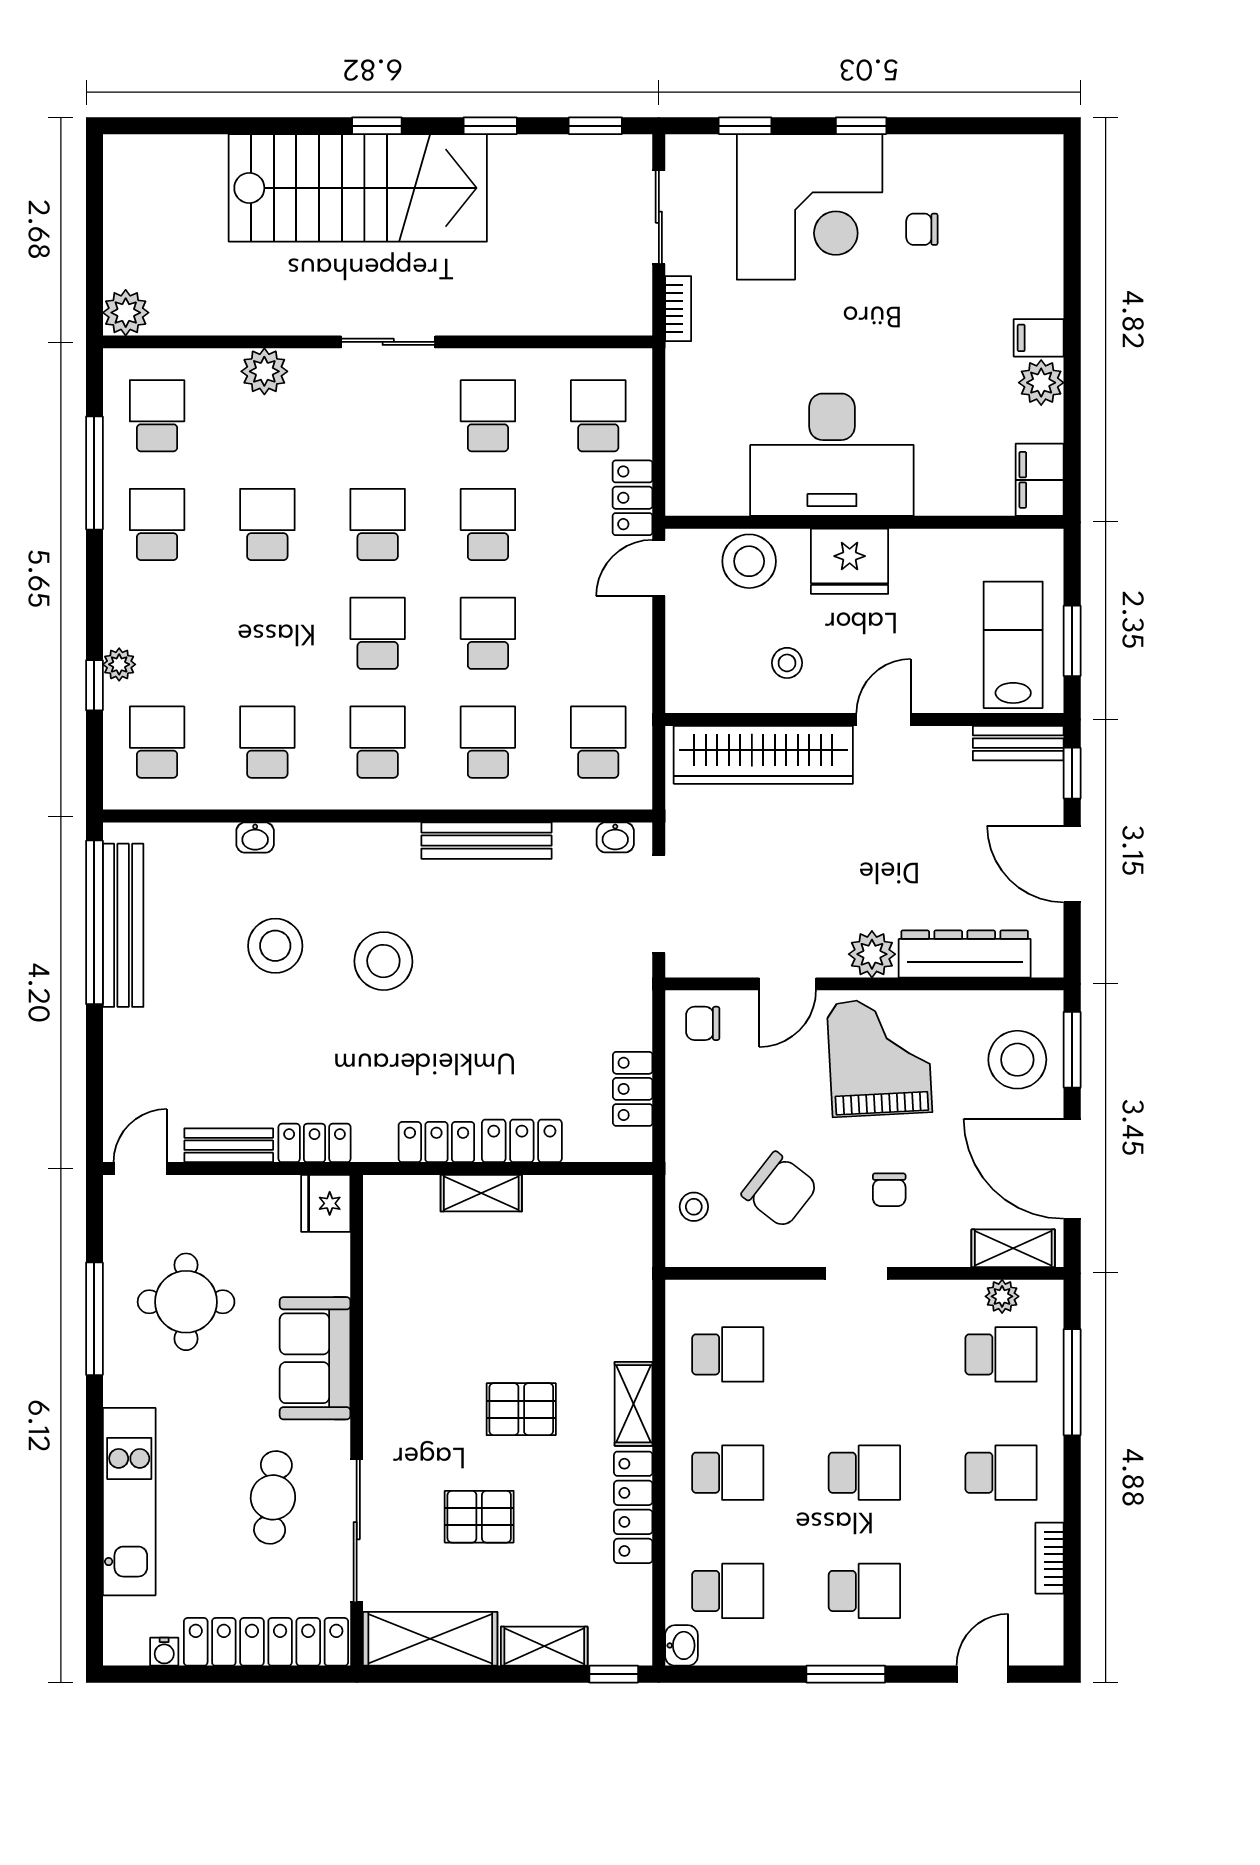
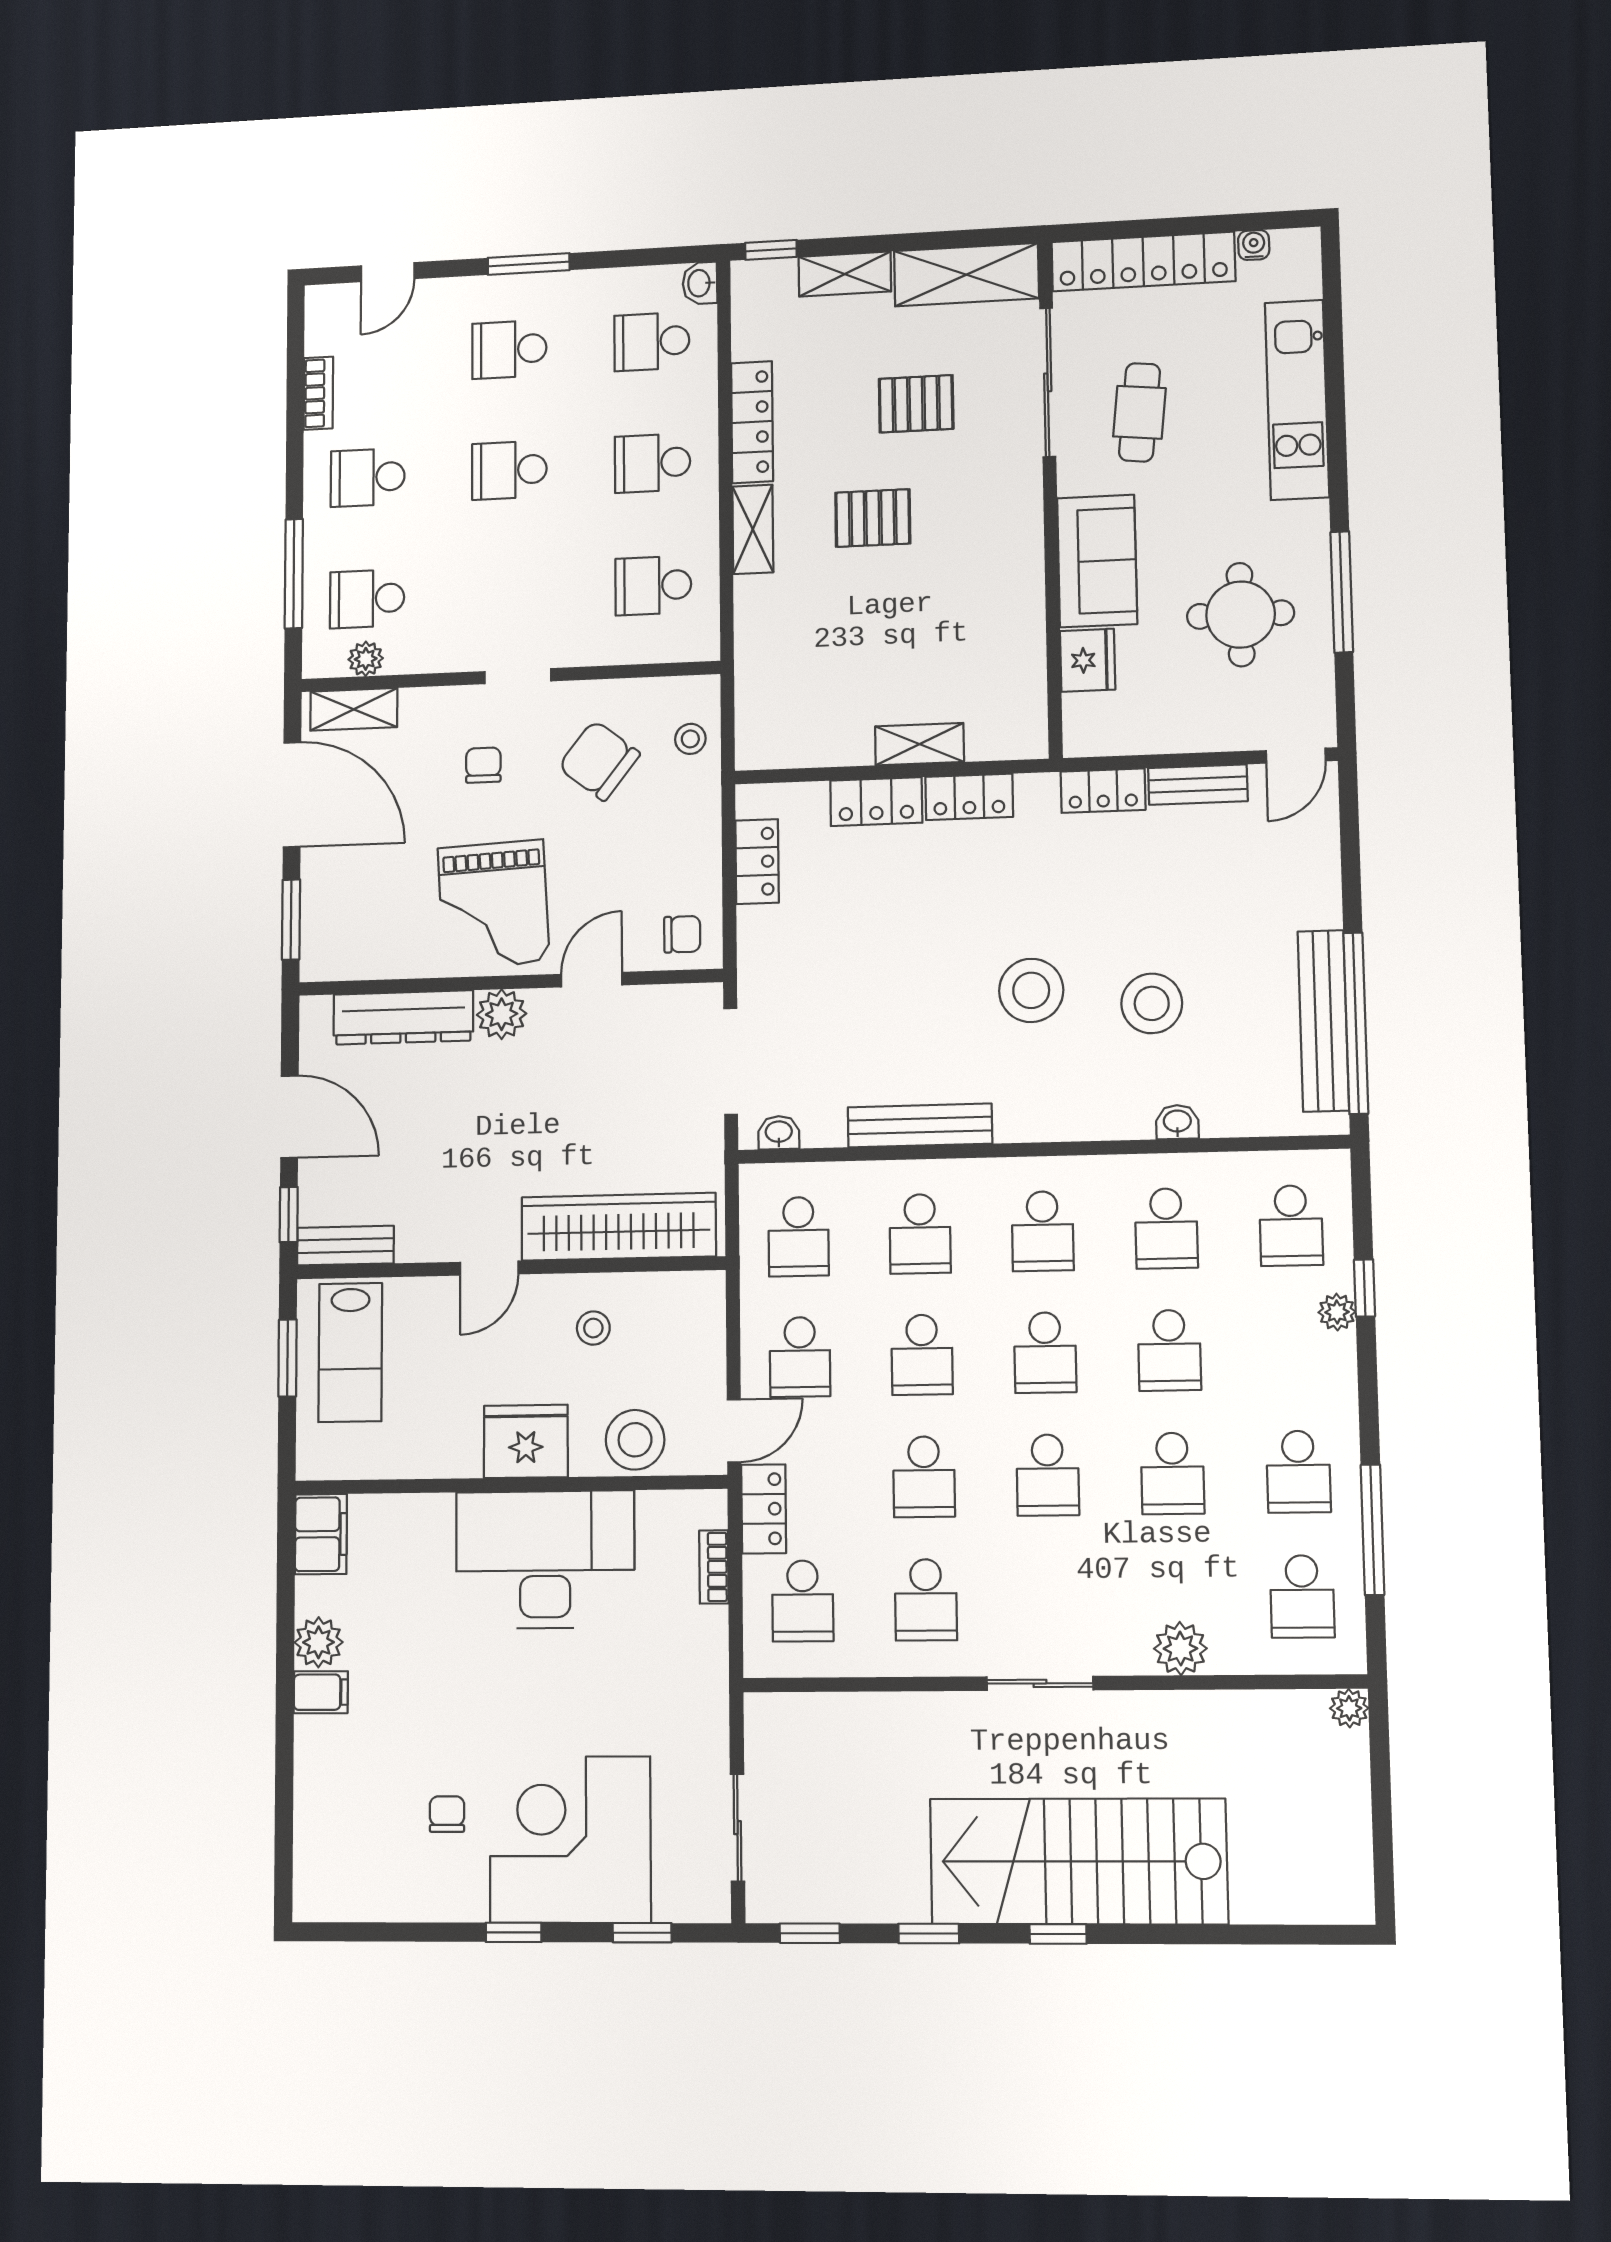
chair: (922, 229) -> (447, 1814), turned -90
bookcase: (678, 309) -> (714, 1567), moved
plant: (126, 313) -> (1349, 1708), width x0.73, depth x0.73
school desk: (267, 633) -> (1169, 1350), added
school desk: (598, 633) -> (800, 1357), added
stool: (1017, 1060) -> (348, 907), removed
fridge: (326, 1203) -> (1088, 660), moved

